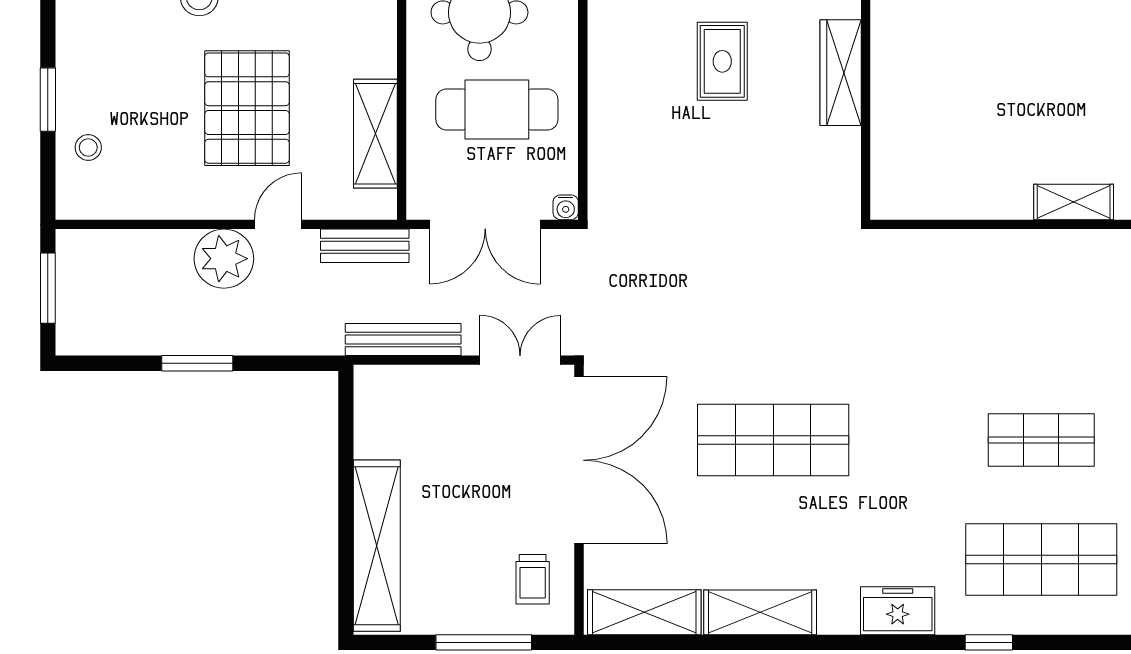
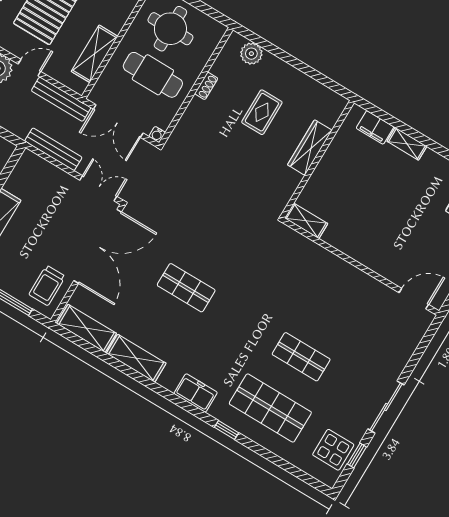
shoe rack: (600, 74) -> (206, 86), added
shelving: (1074, 202) -> (306, 221), moved
bench: (365, 246) -> (61, 99), width x1.36
shop shelf: (773, 440) -> (186, 288), width x0.70, depth x0.74
trolley: (533, 579) -> (47, 285), width x1.36, depth x1.39

